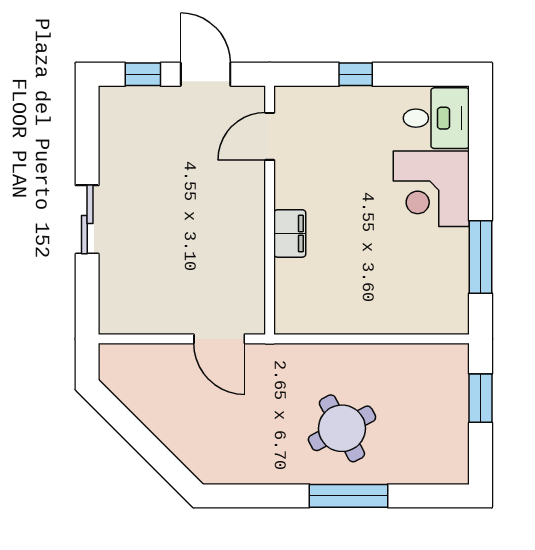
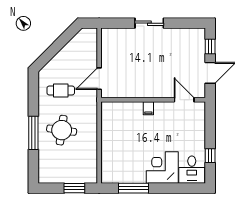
window: (356, 74) -> (210, 156), moved
filing cabinet: (290, 233) -> (148, 108), width x0.50
round table: (342, 428) -> (62, 130), turned 36
cafe table: (248, 431) -> (61, 90), added

